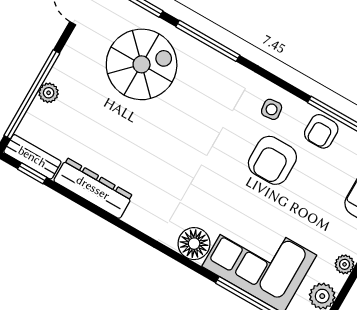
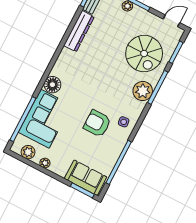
plant: (214, 70) -> (143, 91), added
armchair: (321, 131) -> (113, 148), removed

